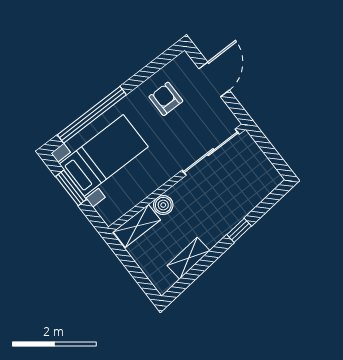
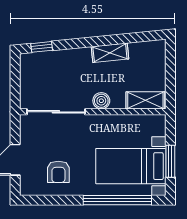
boiler: (163, 205) -> (101, 101), moved
window: (239, 230) -> (42, 47), moved
shelving: (188, 258) -> (110, 53), moved

